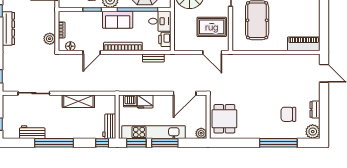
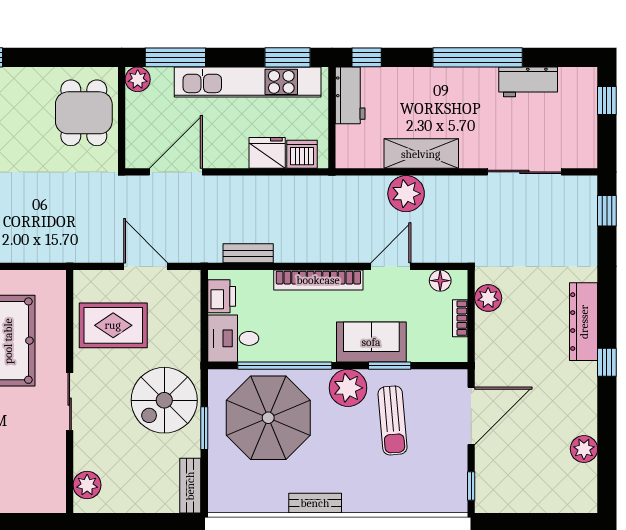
sofa: (118, 20) -> (371, 342), moved
door: (212, 52) -> (146, 266), moved
plant: (85, 84) -> (406, 194), added
window: (165, 143) -> (175, 57), moved

